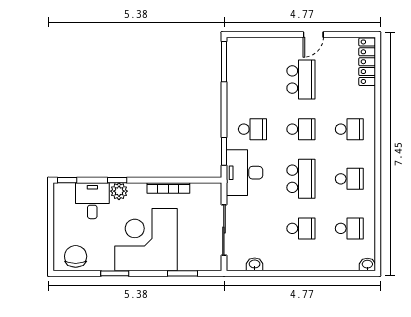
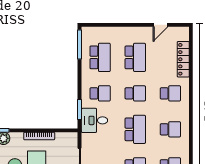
door: (313, 35) -> (160, 25), moved
locker: (367, 62) -> (183, 59), moved
school desk: (252, 79) -> (100, 57), added
desk: (245, 173) -> (94, 120), width x0.73

